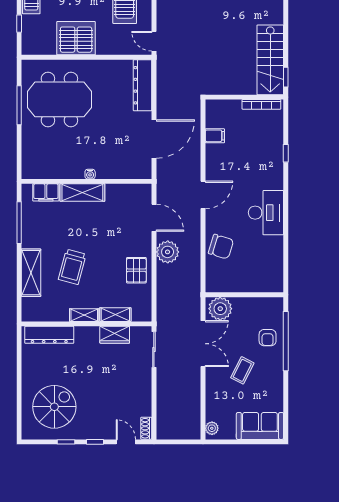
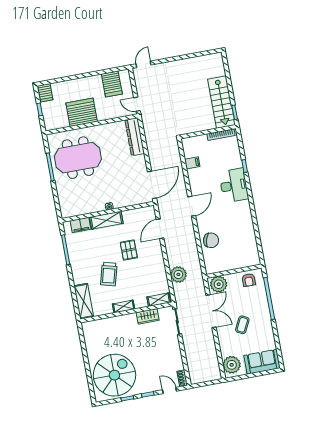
door: (154, 139) -> (152, 185), moved
desk: (266, 213) -> (234, 185), moved
door: (154, 218) -> (160, 229), swing flipped
plant: (168, 252) -> (178, 275), moved
pallet: (136, 270) -> (129, 250), moved
shelving: (31, 273) -> (84, 301), moved
shelving: (115, 315) -> (159, 300), moved
dresser: (49, 335) -> (101, 325), removed
armchair: (268, 338) -> (249, 280), moved
spiral stairs: (54, 407) -> (114, 375), width x1.37, depth x1.37
plant: (212, 428) -> (232, 365), width x1.88, depth x1.88

